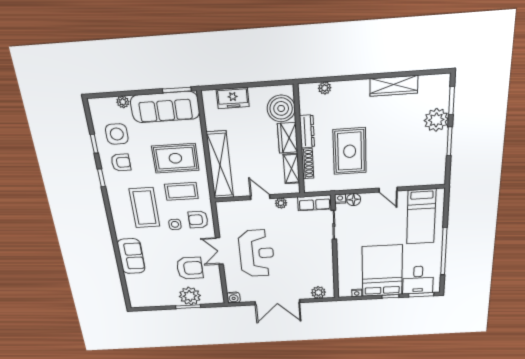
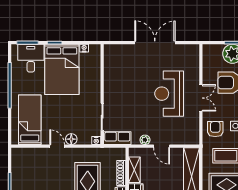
floor lamp: (354, 200) -> (71, 139), moved
armchair: (198, 220) -> (215, 129), turned -90
plant: (318, 292) -> (118, 51), removed
water cooler: (234, 298) -> (194, 50), removed

